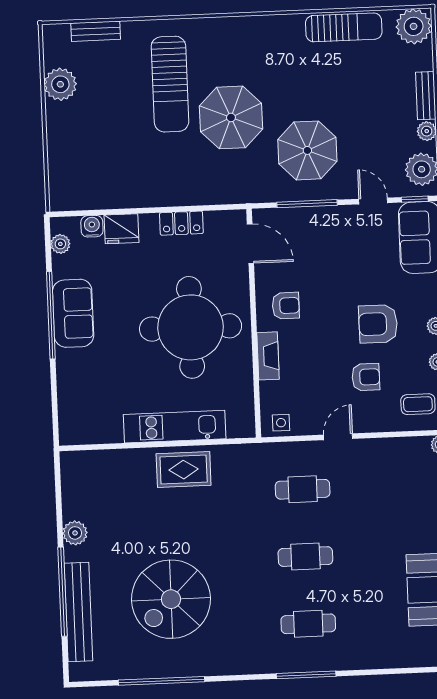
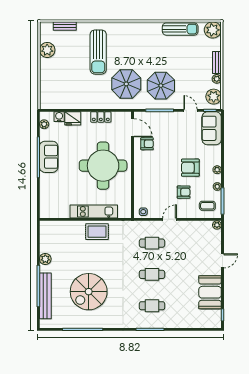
parasol: (231, 117) -> (126, 84), moved
armchair: (286, 306) -> (147, 144), moved
fireplace: (268, 356) -> (139, 180), removed

